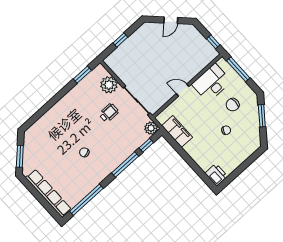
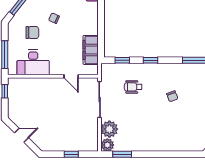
door: (183, 90) -> (71, 76), moved
wheelchair: (109, 113) -> (133, 87), moved
plant: (151, 128) -> (107, 145), moved
window: (125, 164) -> (151, 60), width x0.46

